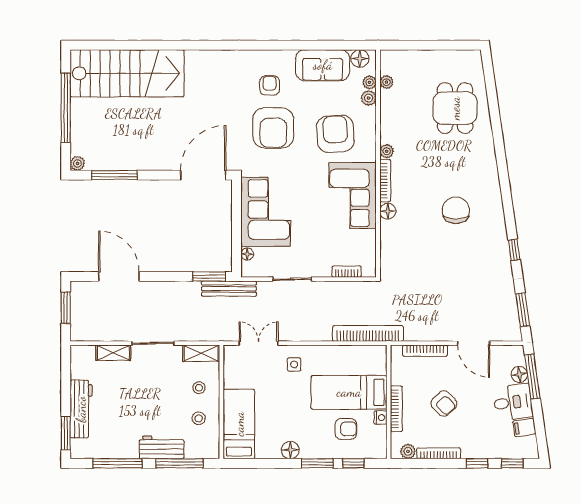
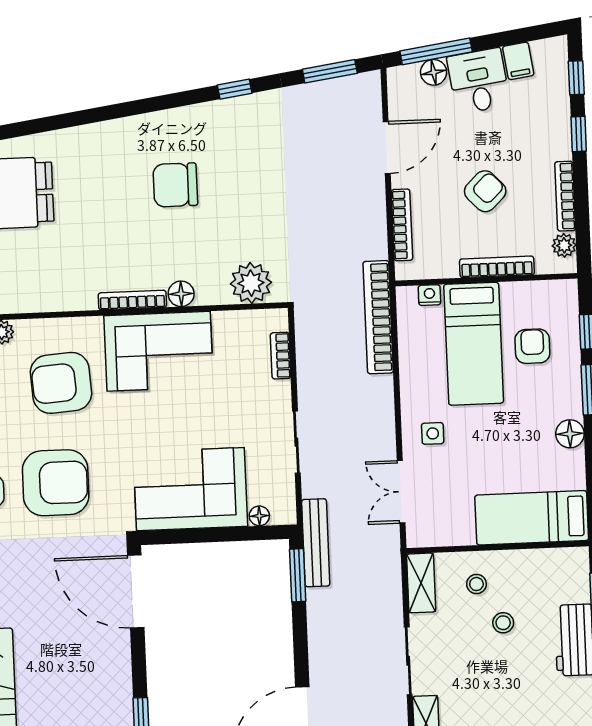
plant: (387, 151) -> (251, 283), moved, width x1.88, depth x1.88
stool: (199, 418) -> (503, 623), moved
nightstand: (381, 418) -> (429, 295), moved

